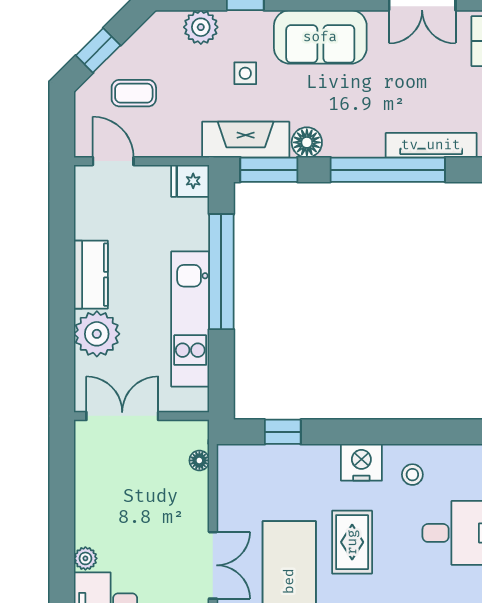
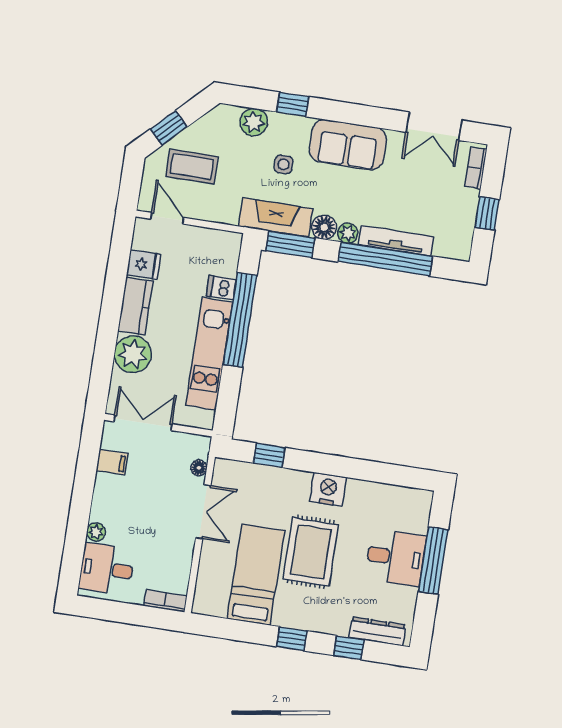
coffee table: (134, 93) -> (192, 166), width x1.36, depth x1.30
plant: (337, 145) -> (348, 233), added
tv unit: (431, 145) -> (396, 241), moved
fridge: (190, 181) -> (144, 265), moved, turned 180
dishwasher: (192, 236) -> (221, 288), added
filing cabinet: (92, 470) -> (112, 462), added
stool: (412, 475) -> (367, 505), removed
rug: (352, 542) -> (311, 552), width x1.36, depth x1.43
double door: (213, 565) -> (203, 512), moved

